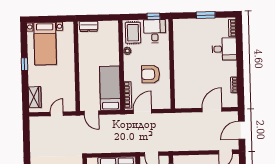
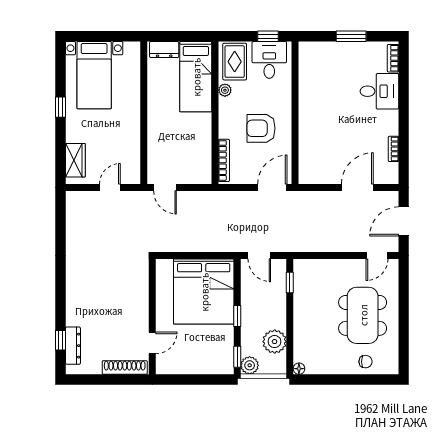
bed: (110, 88) -> (196, 77), moved, turned 180
door: (142, 112) -> (272, 188), moved

